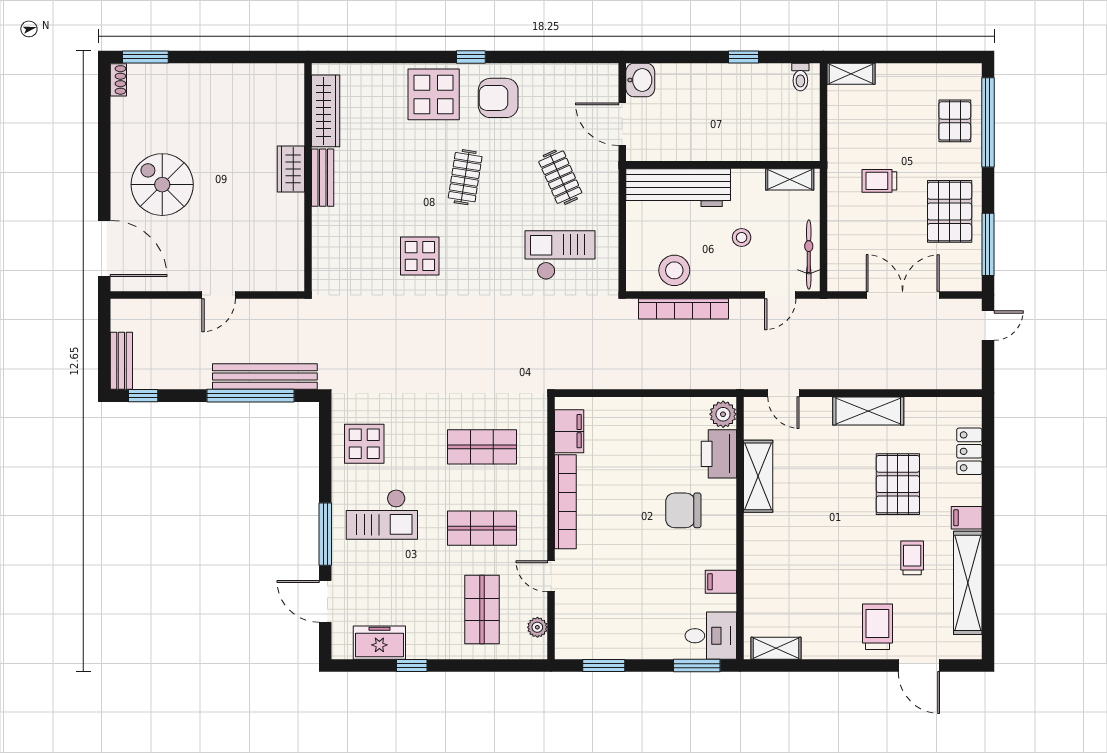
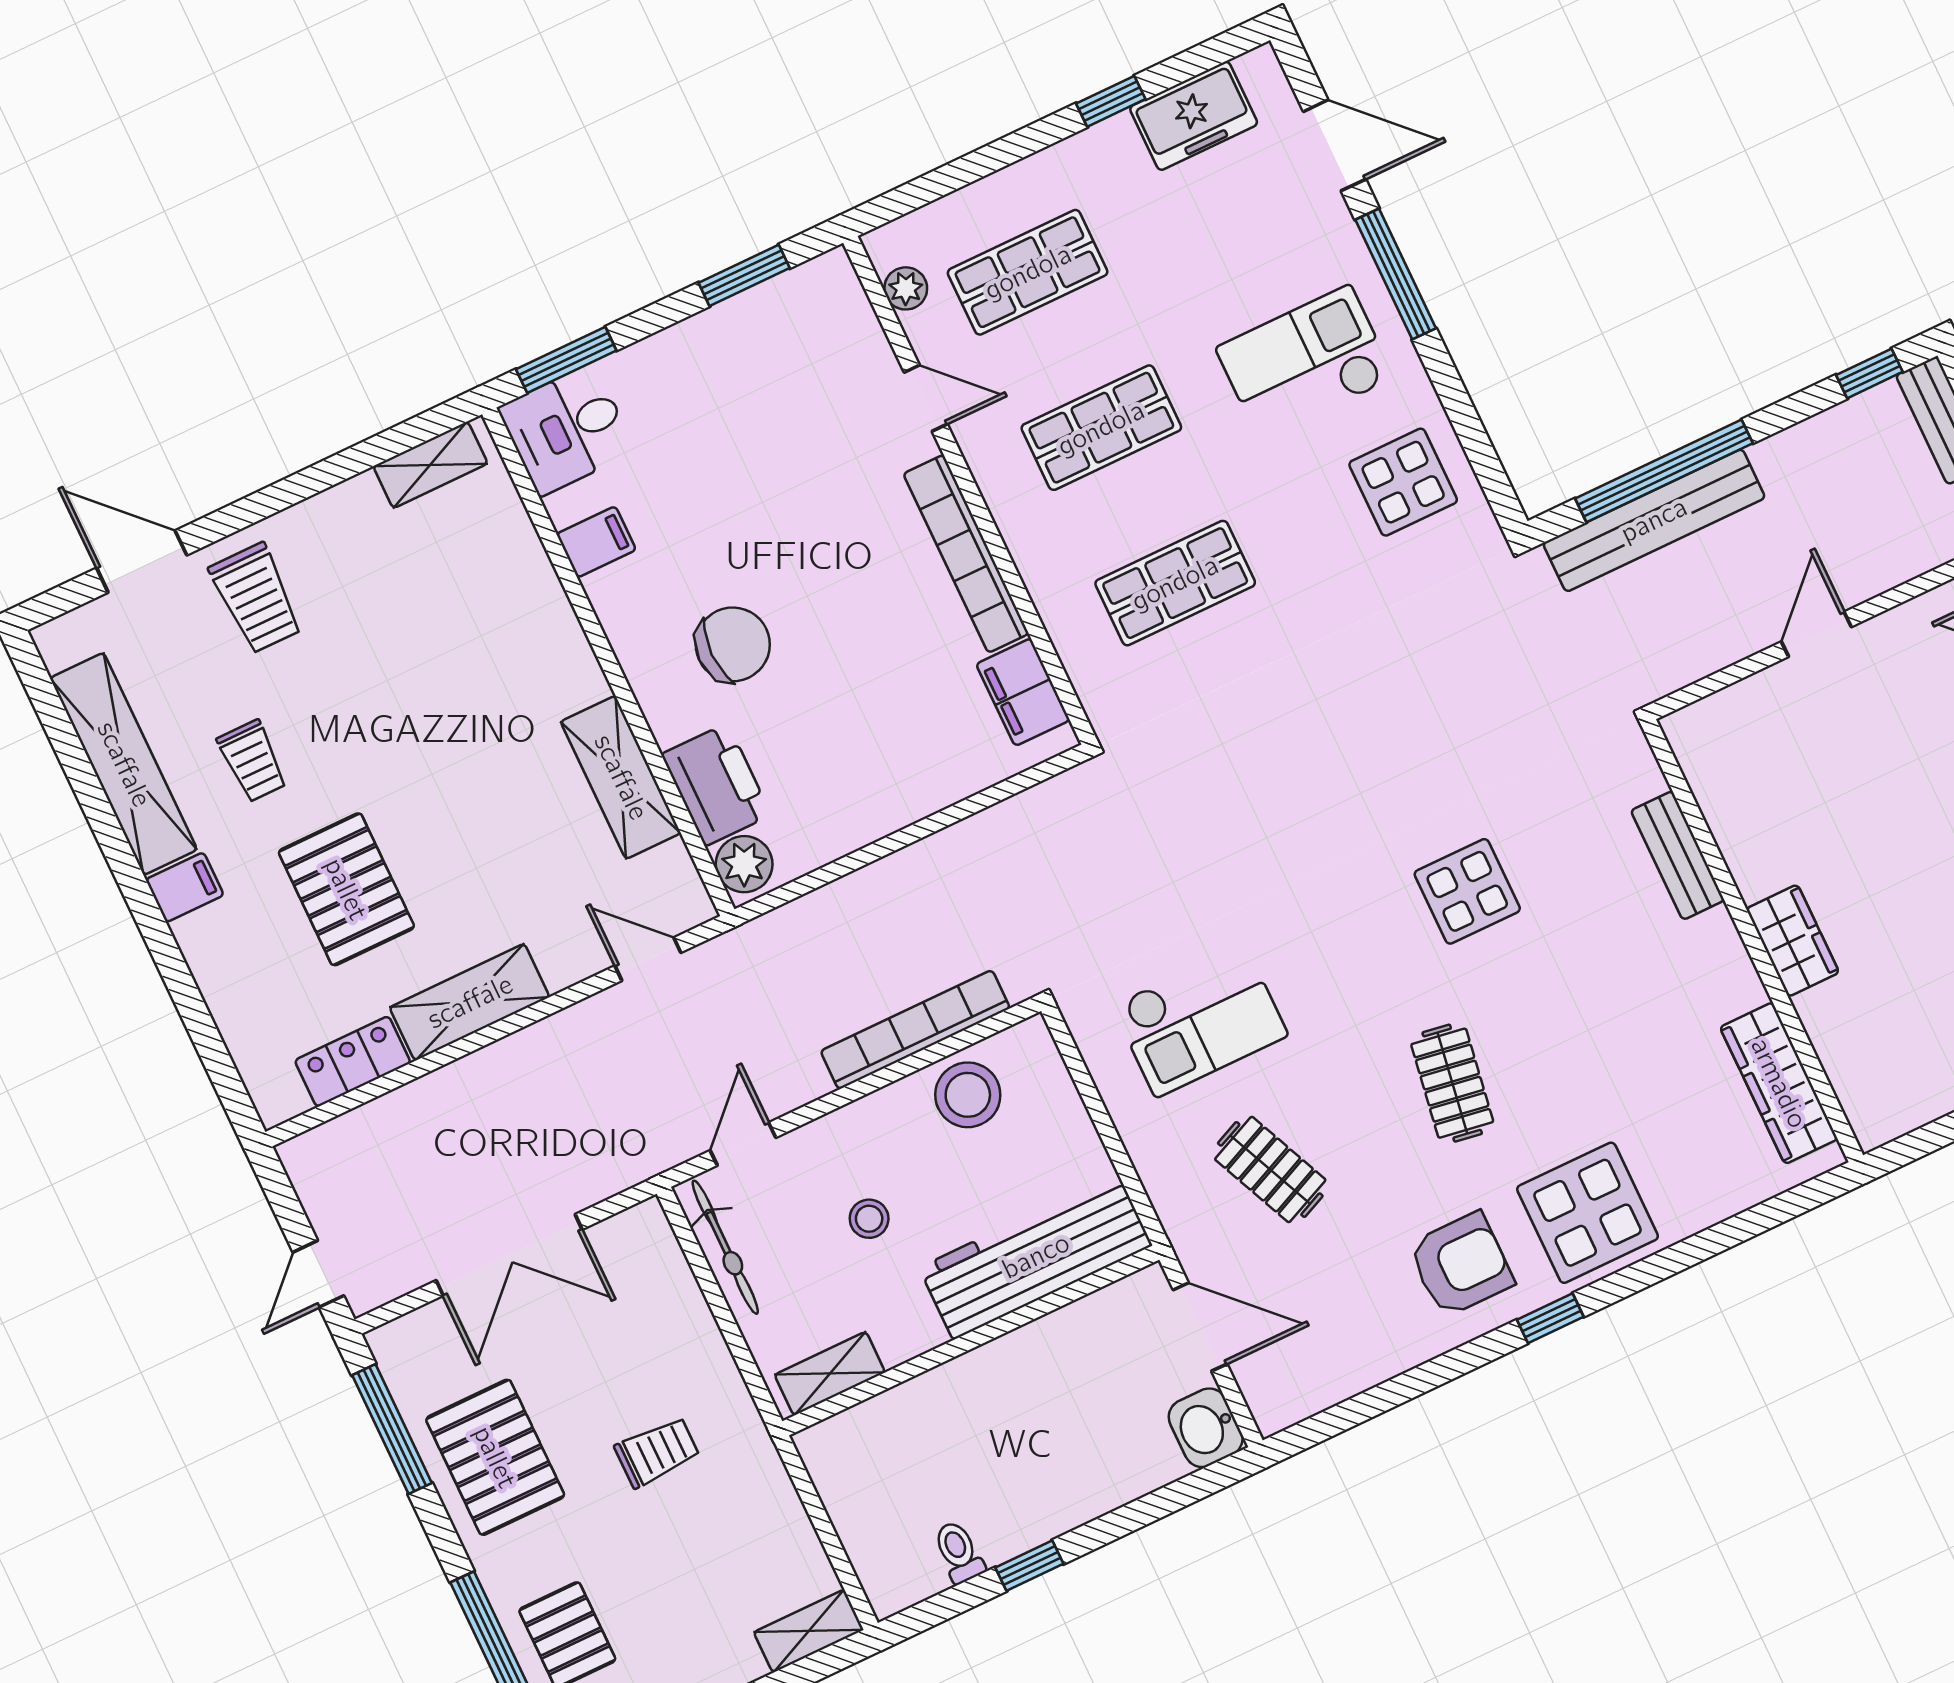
toilet: (800, 77) -> (959, 1552), moved
bench: (323, 178) -> (1678, 855), moved
locker: (969, 451) -> (353, 1062), moved, turned -90
shop shelf: (482, 609) -> (1028, 272), turned 90

